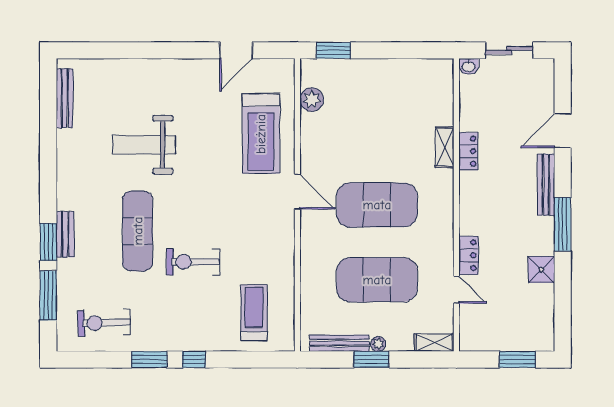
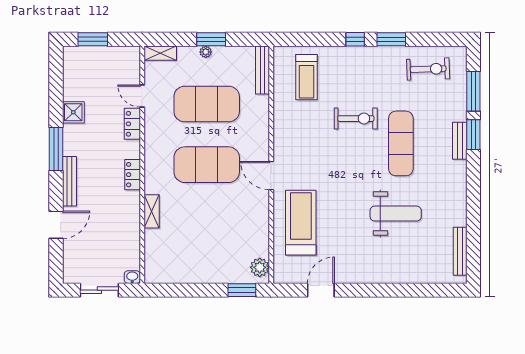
plant: (312, 100) -> (260, 267), moved
locker: (468, 151) -> (133, 175), moved
bench: (339, 343) -> (262, 70), moved, turned 90

